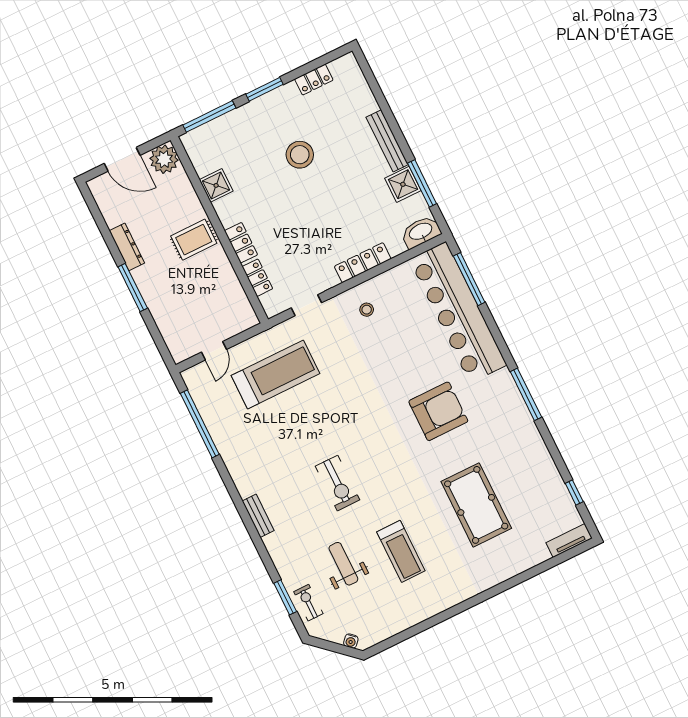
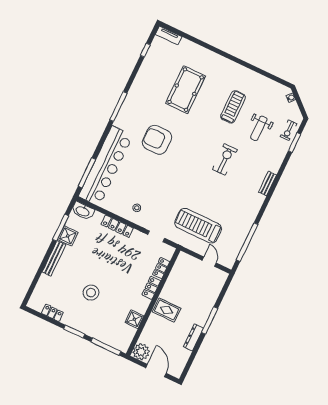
door: (214, 351) -> (209, 262), hinge flipped

